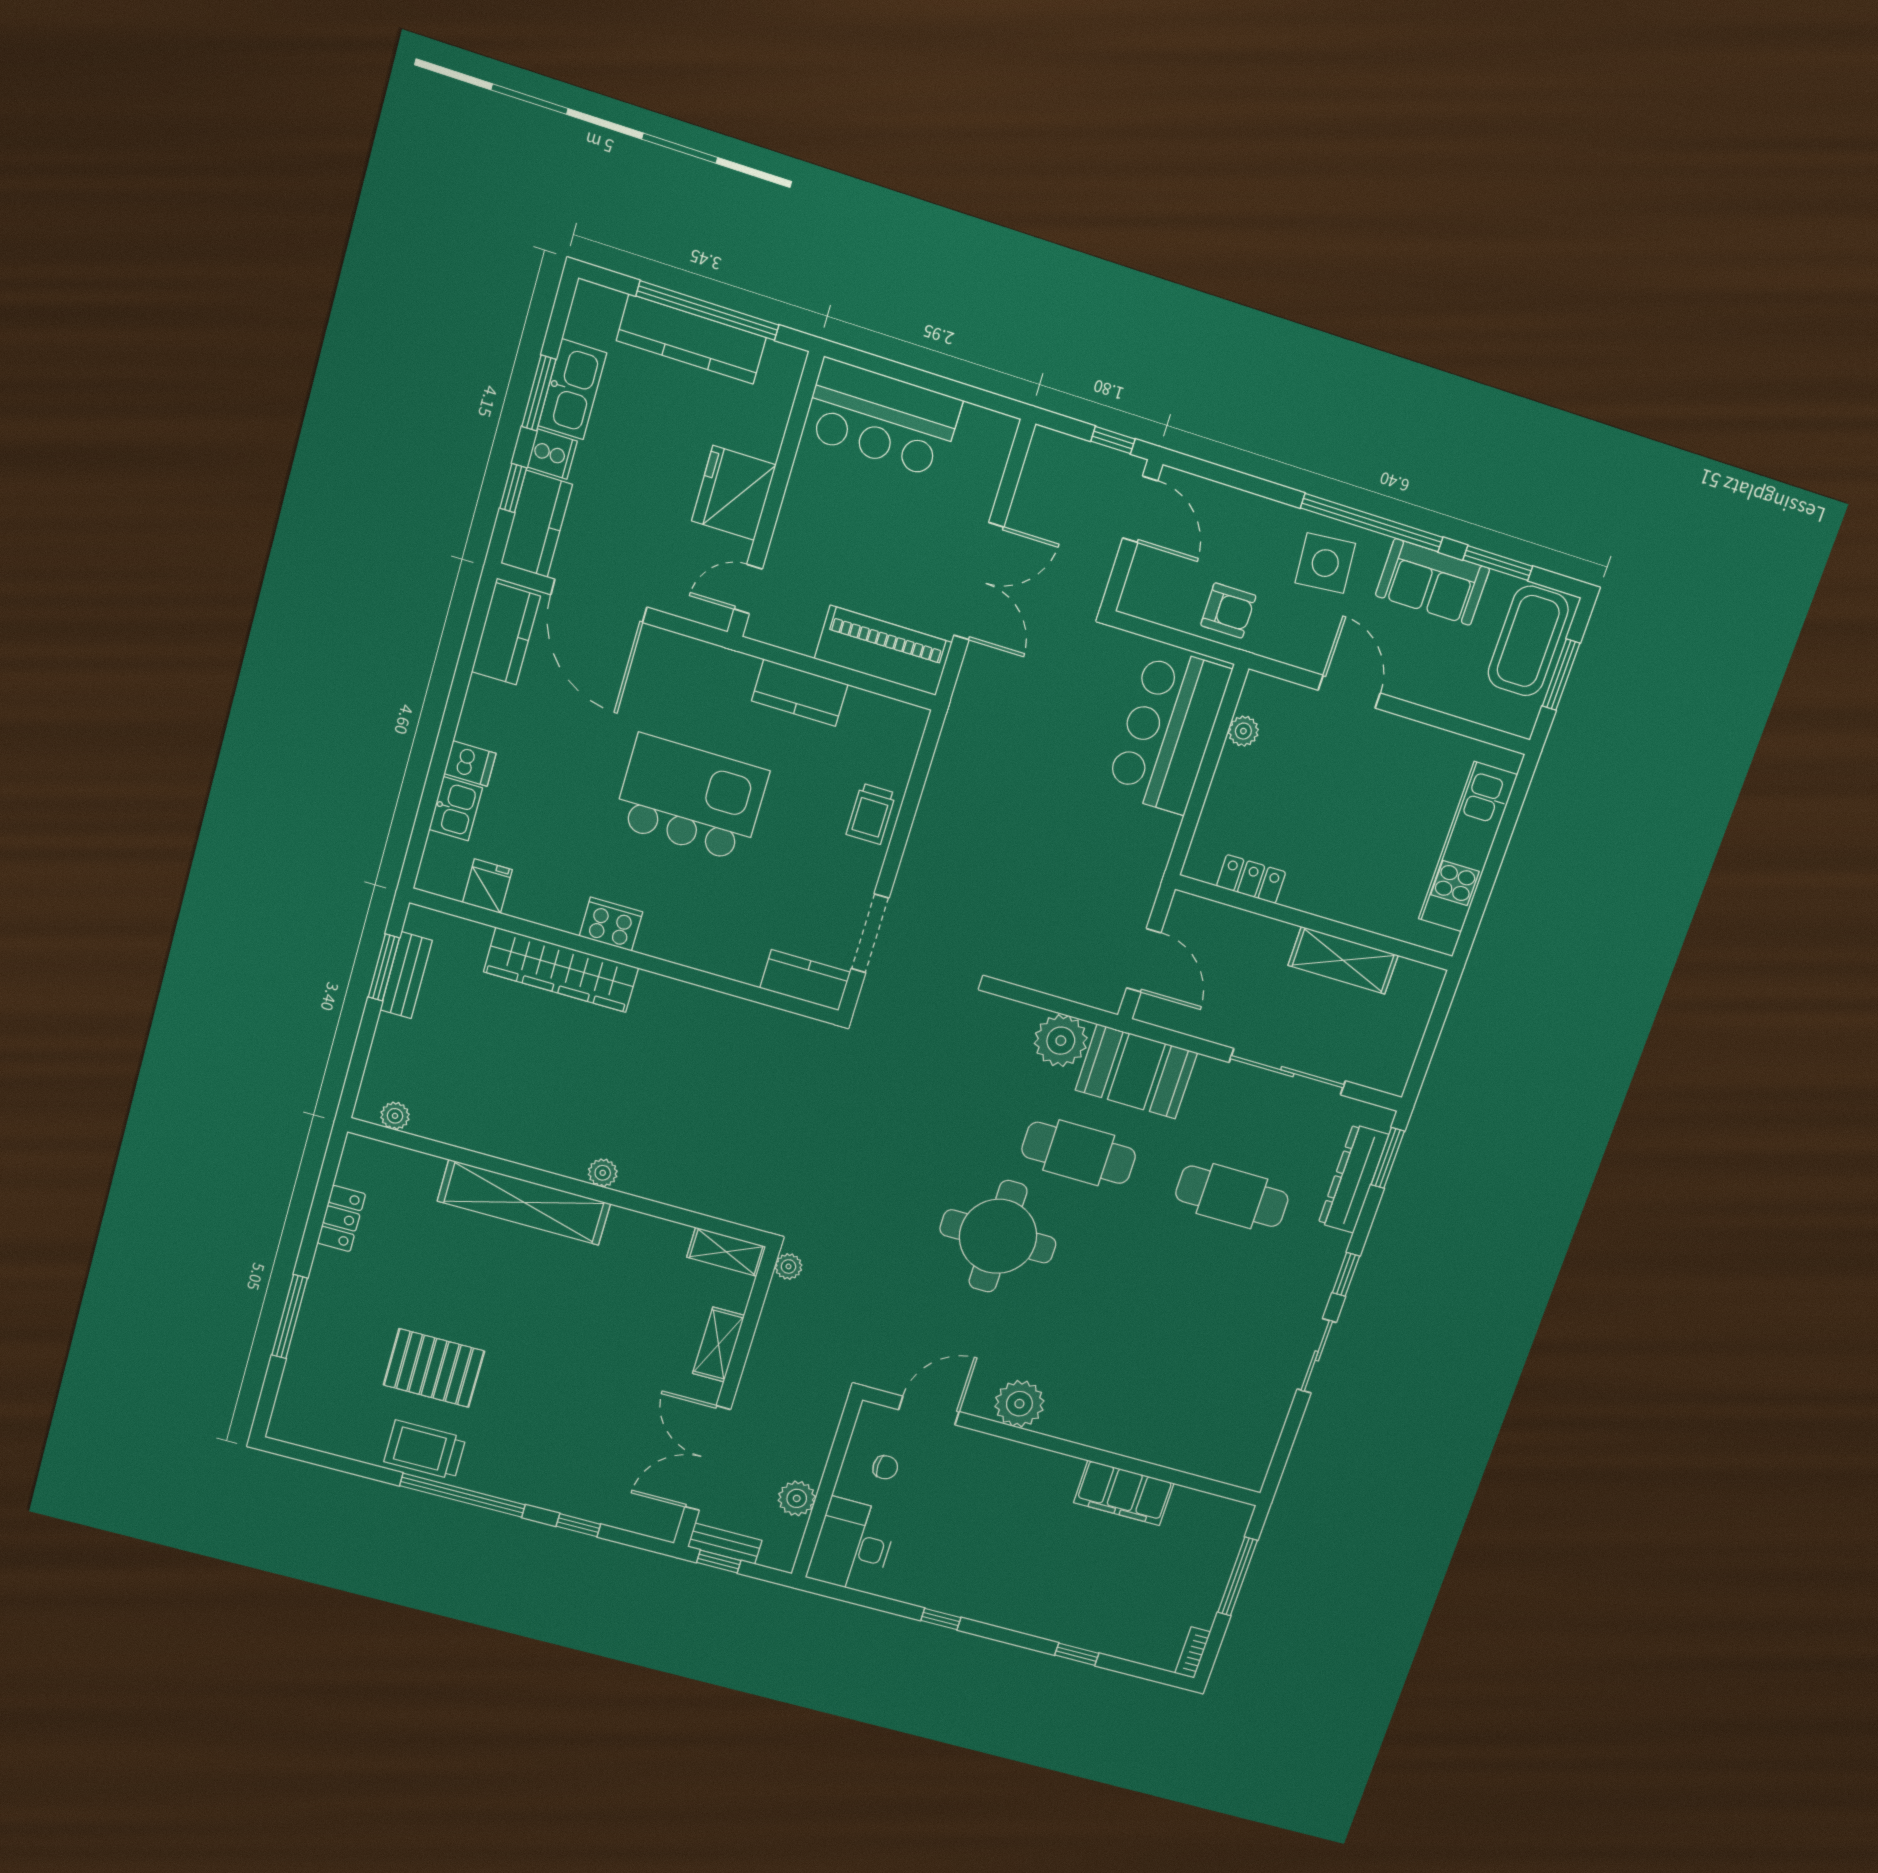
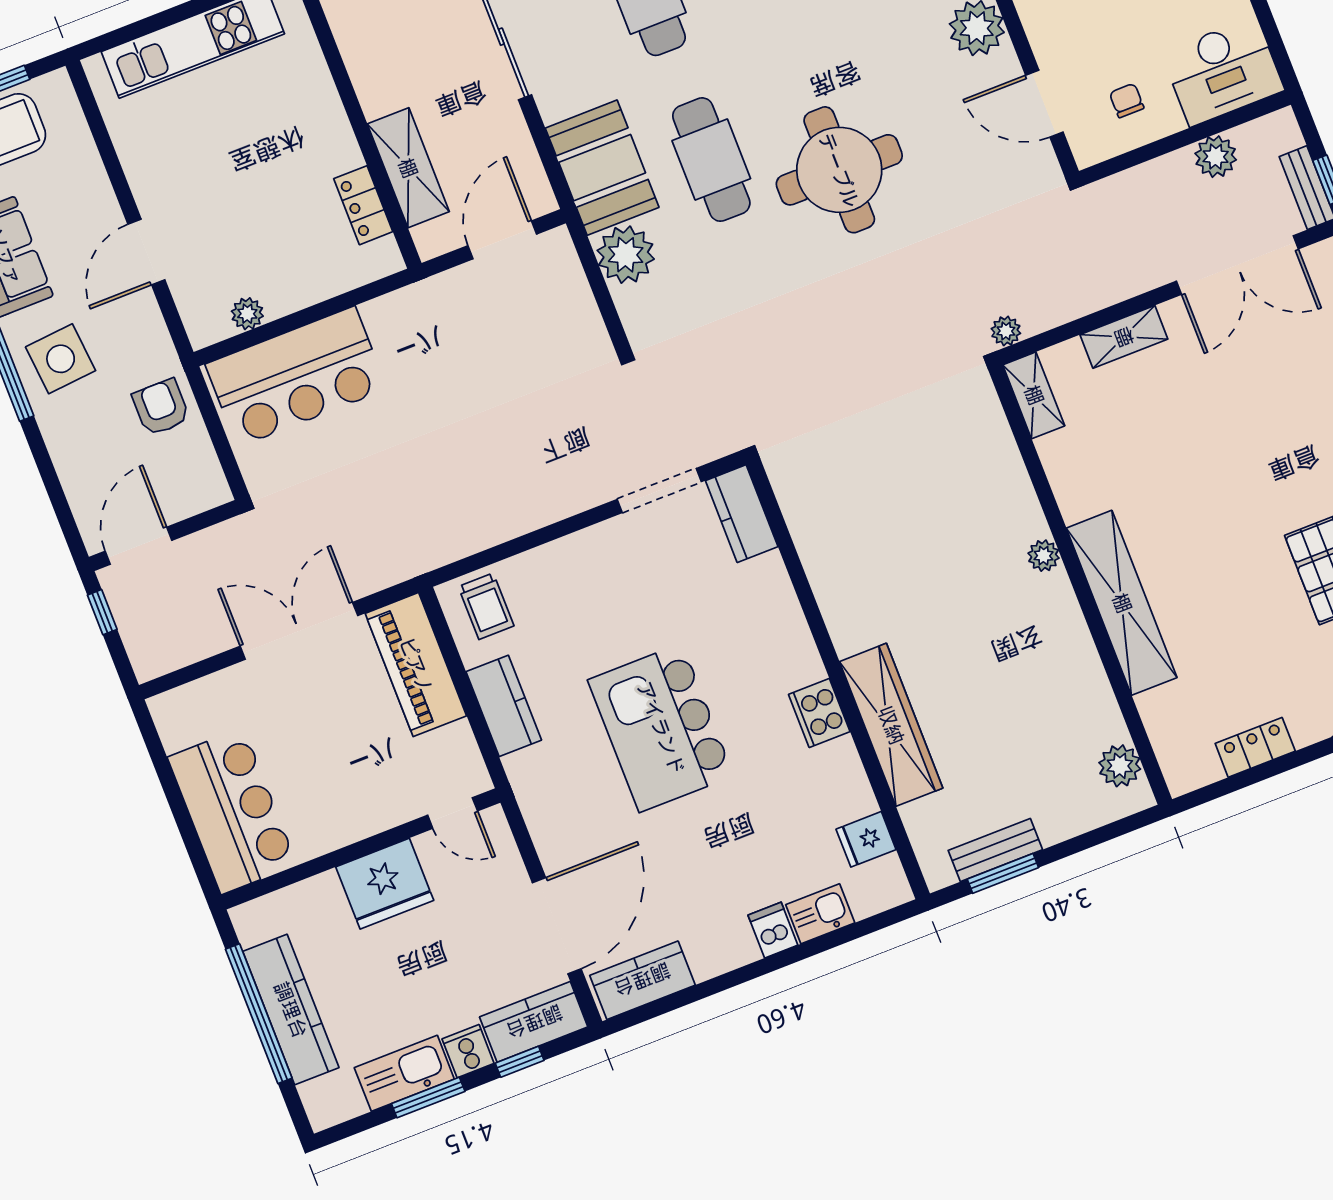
trolley: (871, 814) -> (486, 606), moved, turned 90
shelving: (1343, 960) -> (408, 168), moved
plant: (395, 1116) -> (1120, 766), width x1.38, depth x1.38

